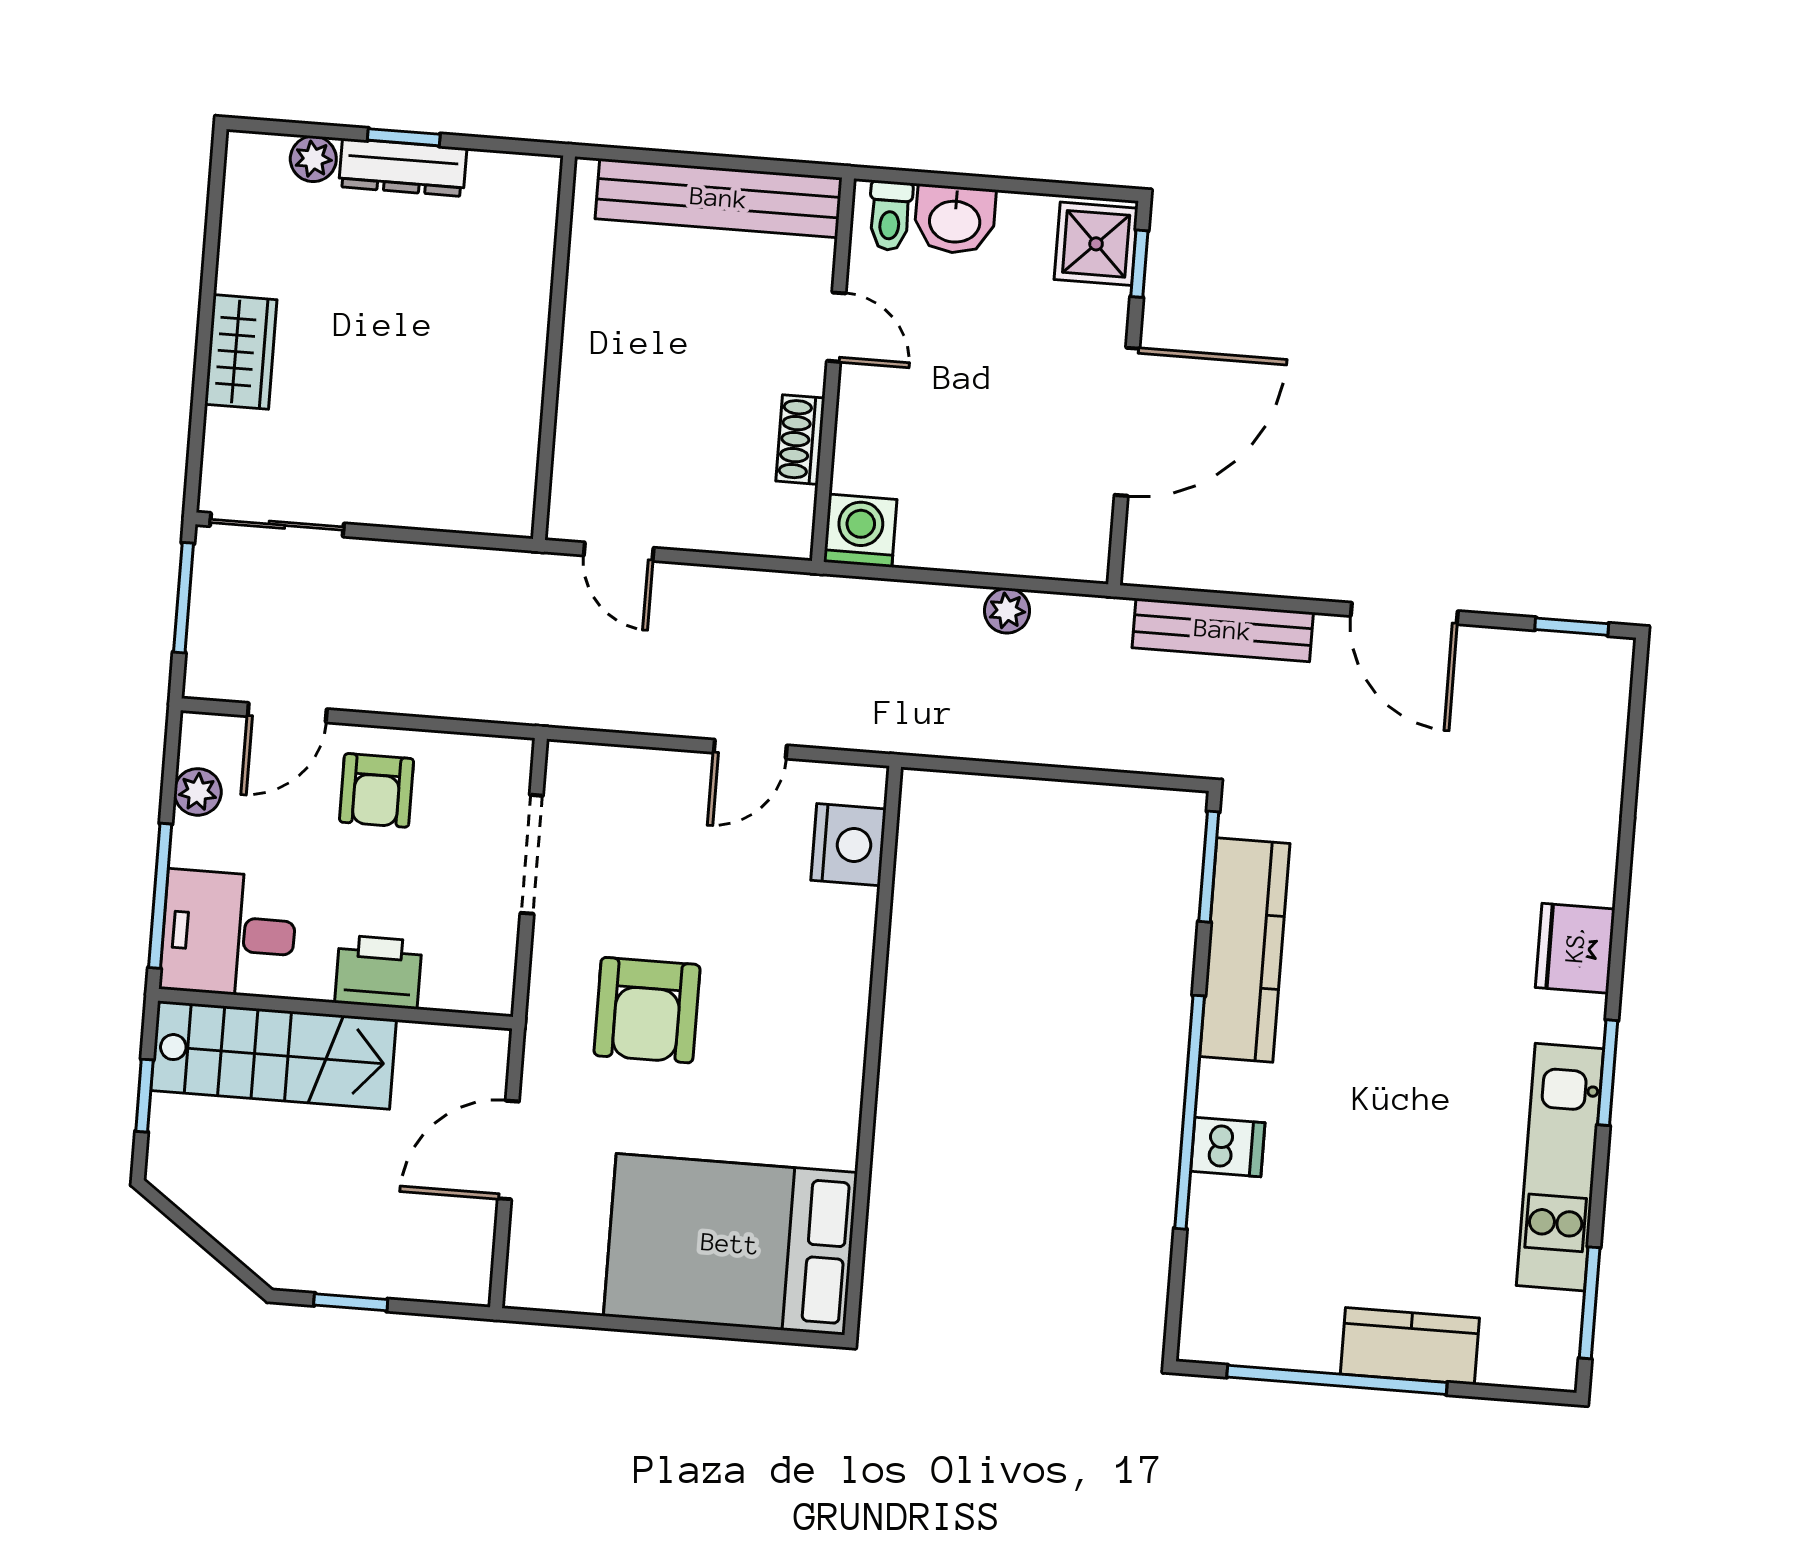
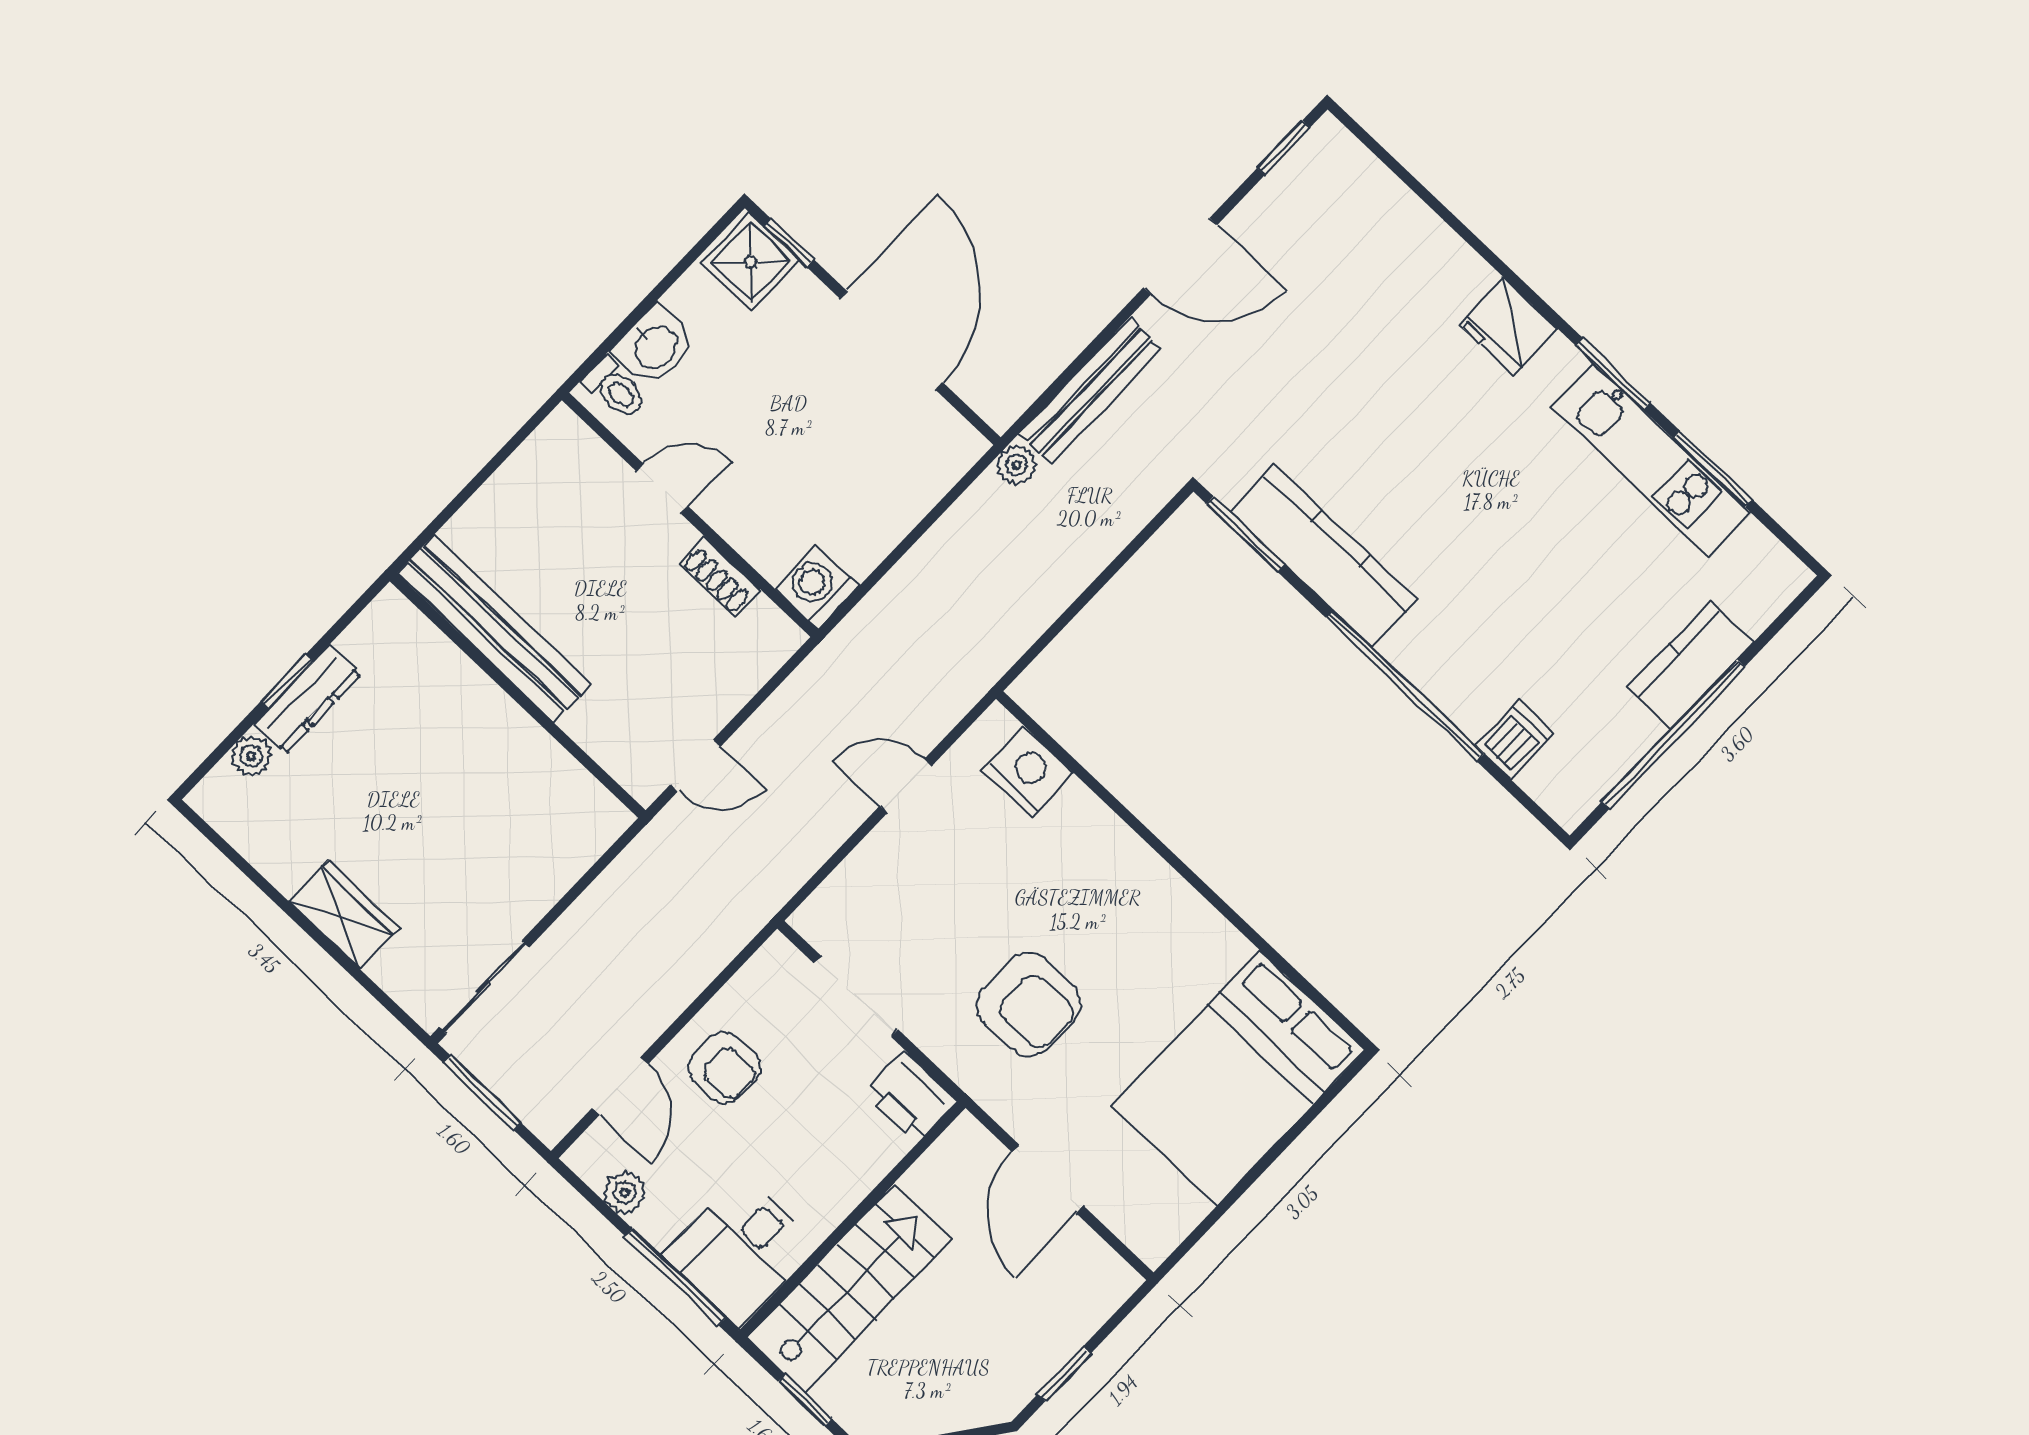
bench: (719, 198) -> (494, 629), moved, turned 90
plant: (1007, 611) -> (1017, 465), moved
door: (750, 749) -> (906, 786), swing flipped
printer: (378, 972) -> (910, 1097), moved, turned -90
dishwasher: (1228, 1147) -> (1515, 740), moved
window: (1590, 1303) -> (1713, 469), moved

